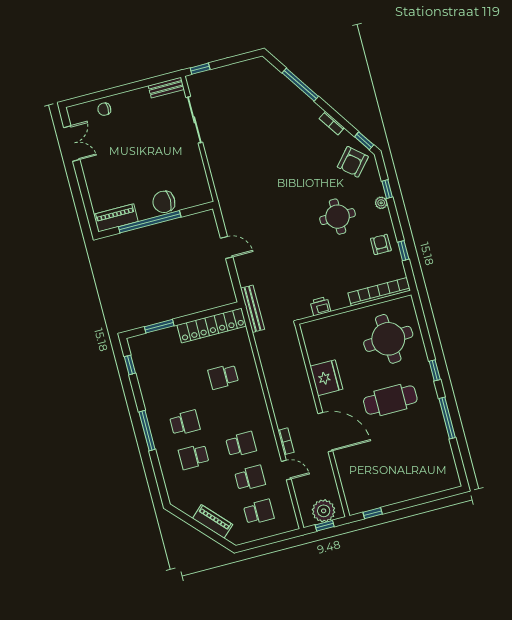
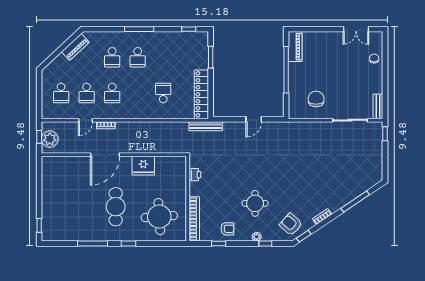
chair: (164, 202) -> (316, 99), moved
school desk: (194, 457) -> (112, 57), turned 180
window: (373, 513) -> (39, 225), moved
piano: (213, 521) -> (75, 47), moved

